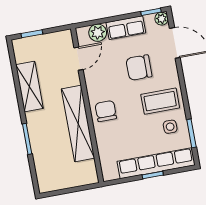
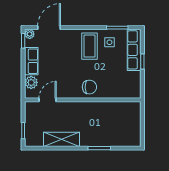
door: (79, 59) -> (48, 100), hinge flipped
chair: (139, 68) -> (62, 57), removed
chair: (106, 111) -> (89, 87), turned 180
shelving: (78, 123) -> (95, 109), removed
row of seats: (156, 163) -> (134, 50), width x0.73

